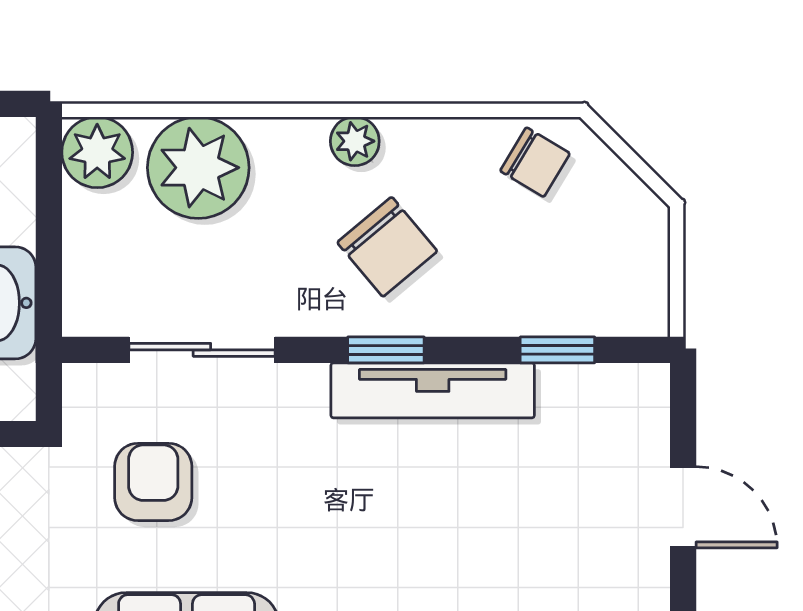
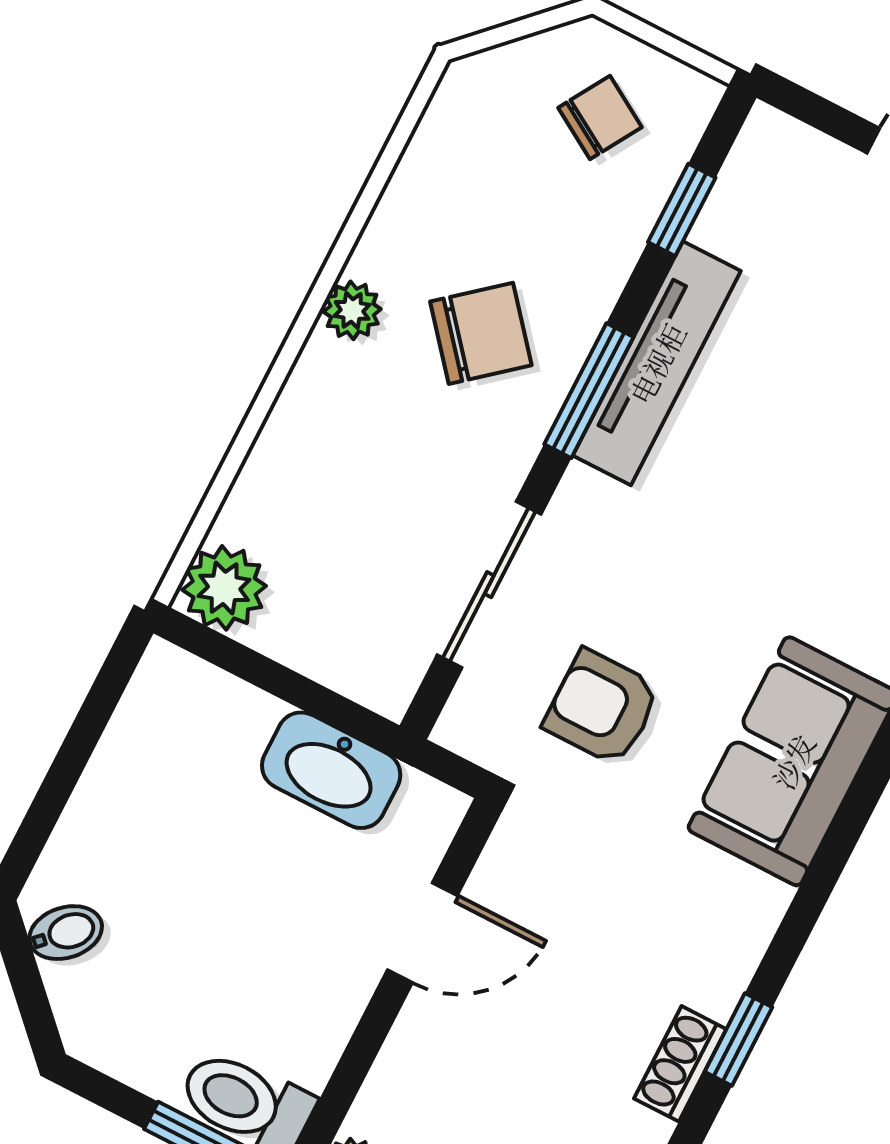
chair: (535, 162) -> (600, 117), moved
plant: (198, 168) -> (295, 490), removed
window: (386, 350) -> (589, 391), width x1.50

